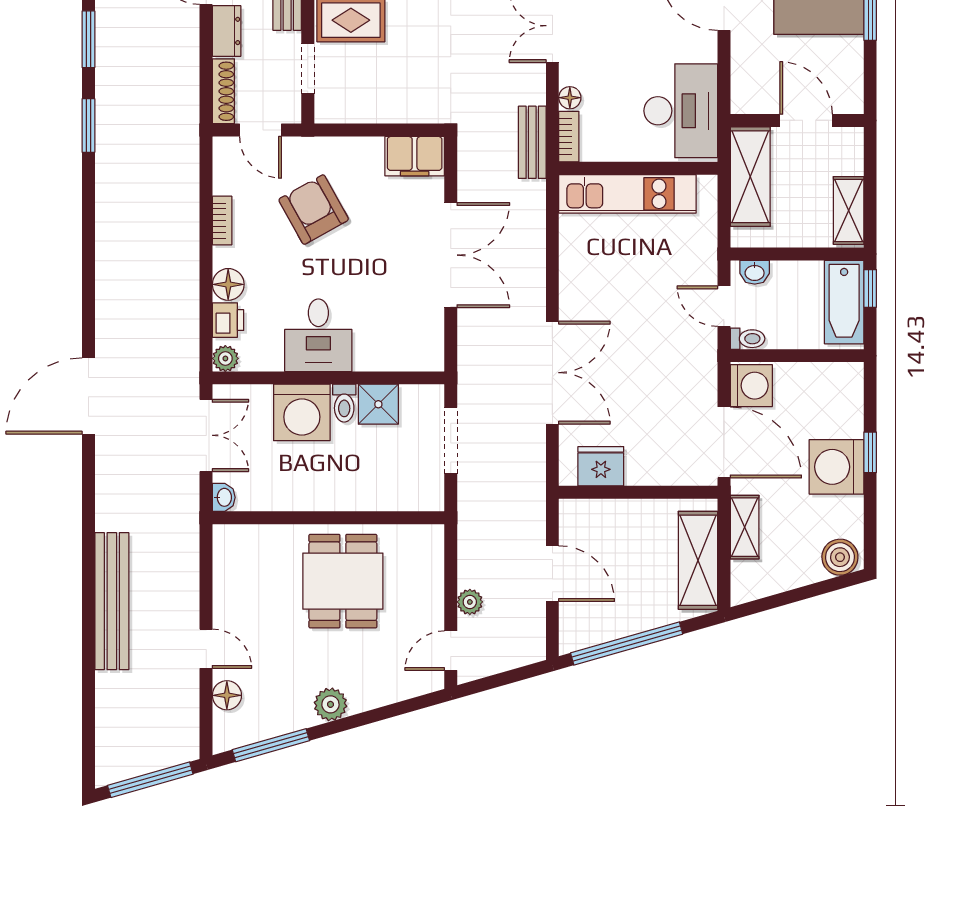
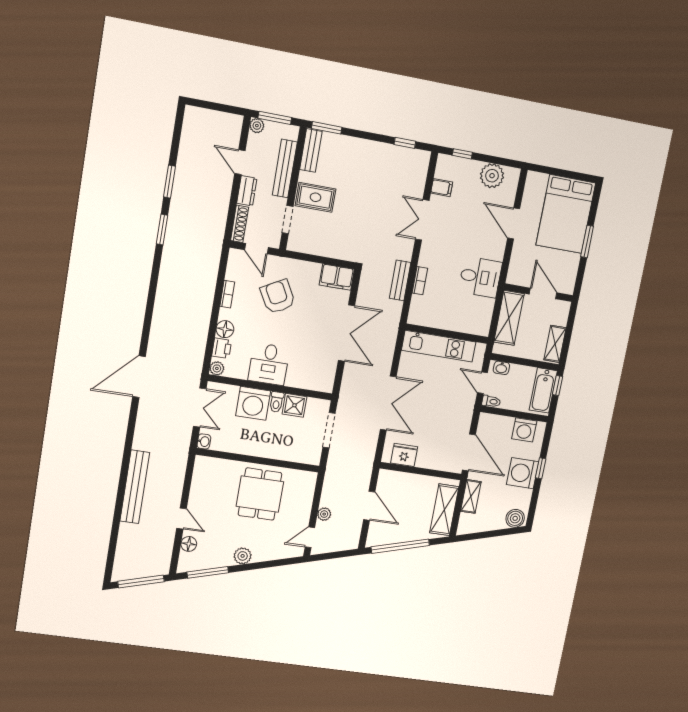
floor lamp: (570, 98) -> (424, 260), removed
desk: (681, 111) -> (480, 277), width x0.73
wall: (638, 168) -> (447, 334), moved
kitchen unit: (627, 194) -> (439, 346), moved
washing machine: (751, 386) -> (524, 430), moved, turned 90

